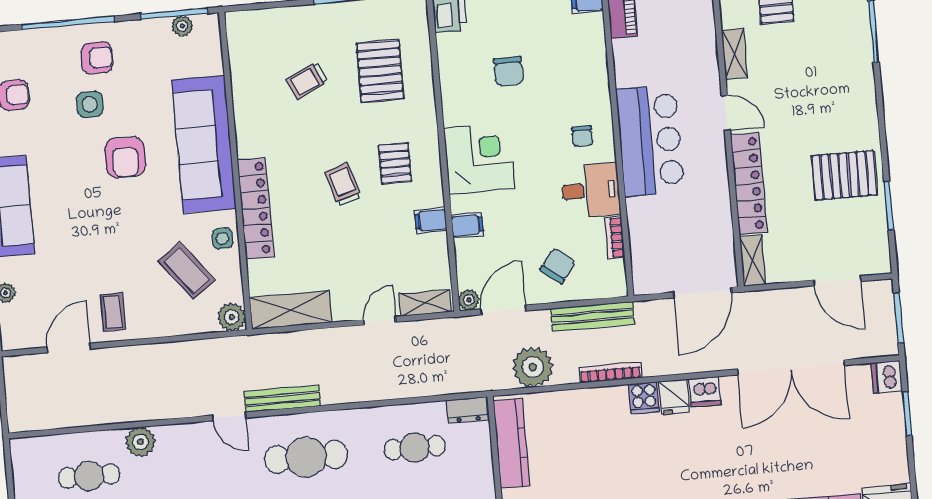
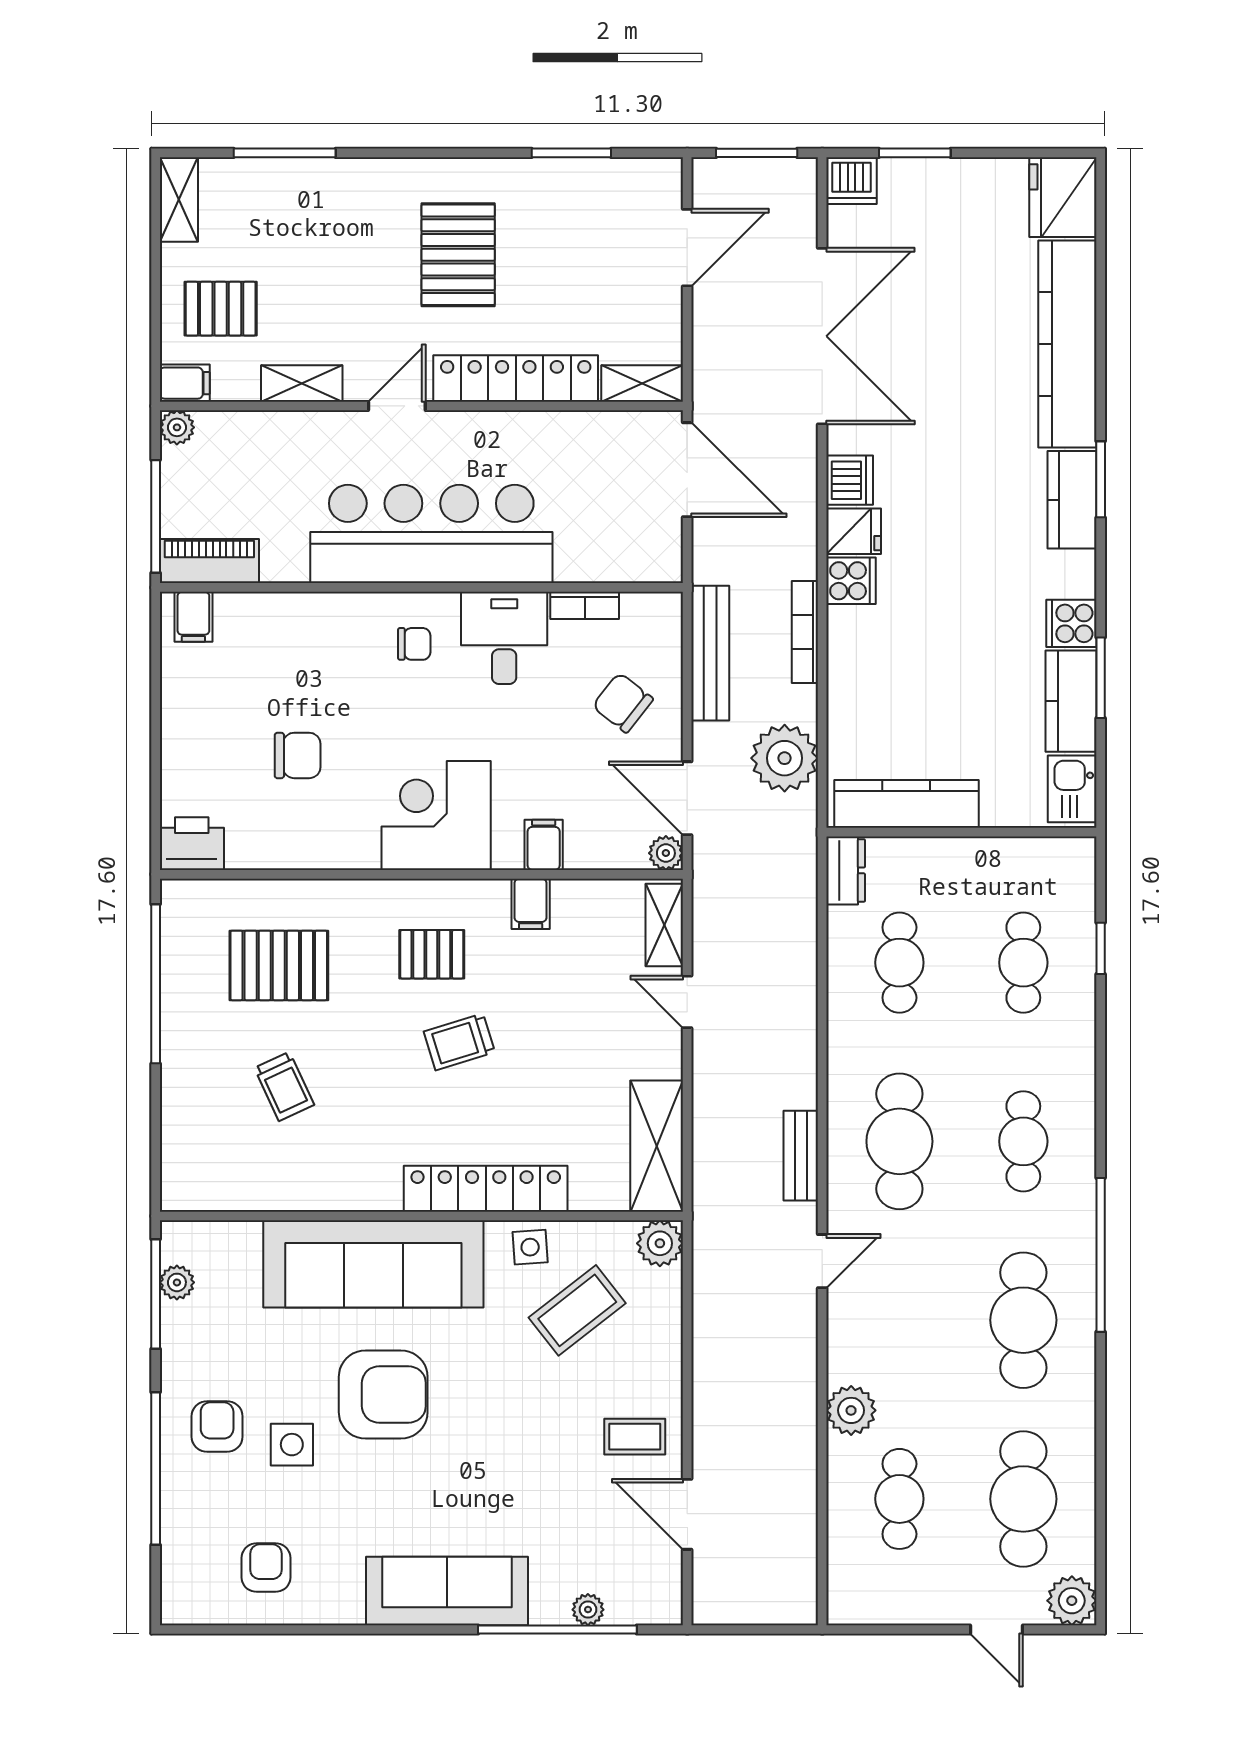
bar counter: (650, 141) -> (431, 534), width x1.36
armchair: (125, 157) -> (383, 1394), width x1.36, depth x1.36
pallet: (845, 175) -> (458, 255), moved
bench: (282, 399) -> (801, 1156), width x0.73

